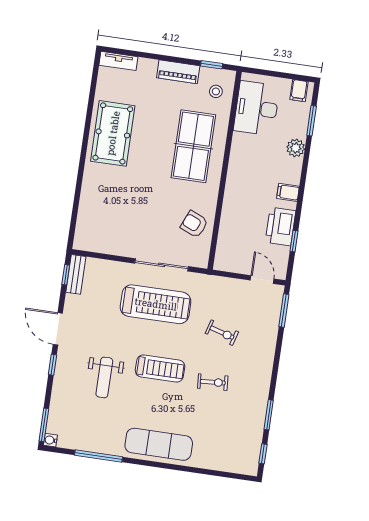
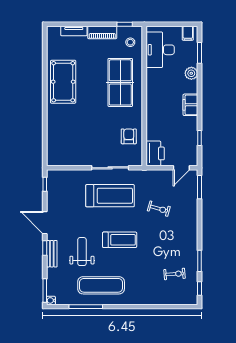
tv unit: (118, 61) -> (74, 31), moved
filing cabinet: (288, 192) -> (190, 105), width x2.00
armchair: (194, 224) -> (129, 136), turned 67
printer: (280, 226) -> (155, 153), moved, turned 180
bench: (76, 274) -> (52, 254), moved
door: (262, 280) -> (181, 168), swing flipped
weight bench: (104, 377) -> (82, 252), turned 180
exercise bike: (213, 382) -> (175, 274), moved
exercise mat: (159, 444) -> (101, 285), moved

